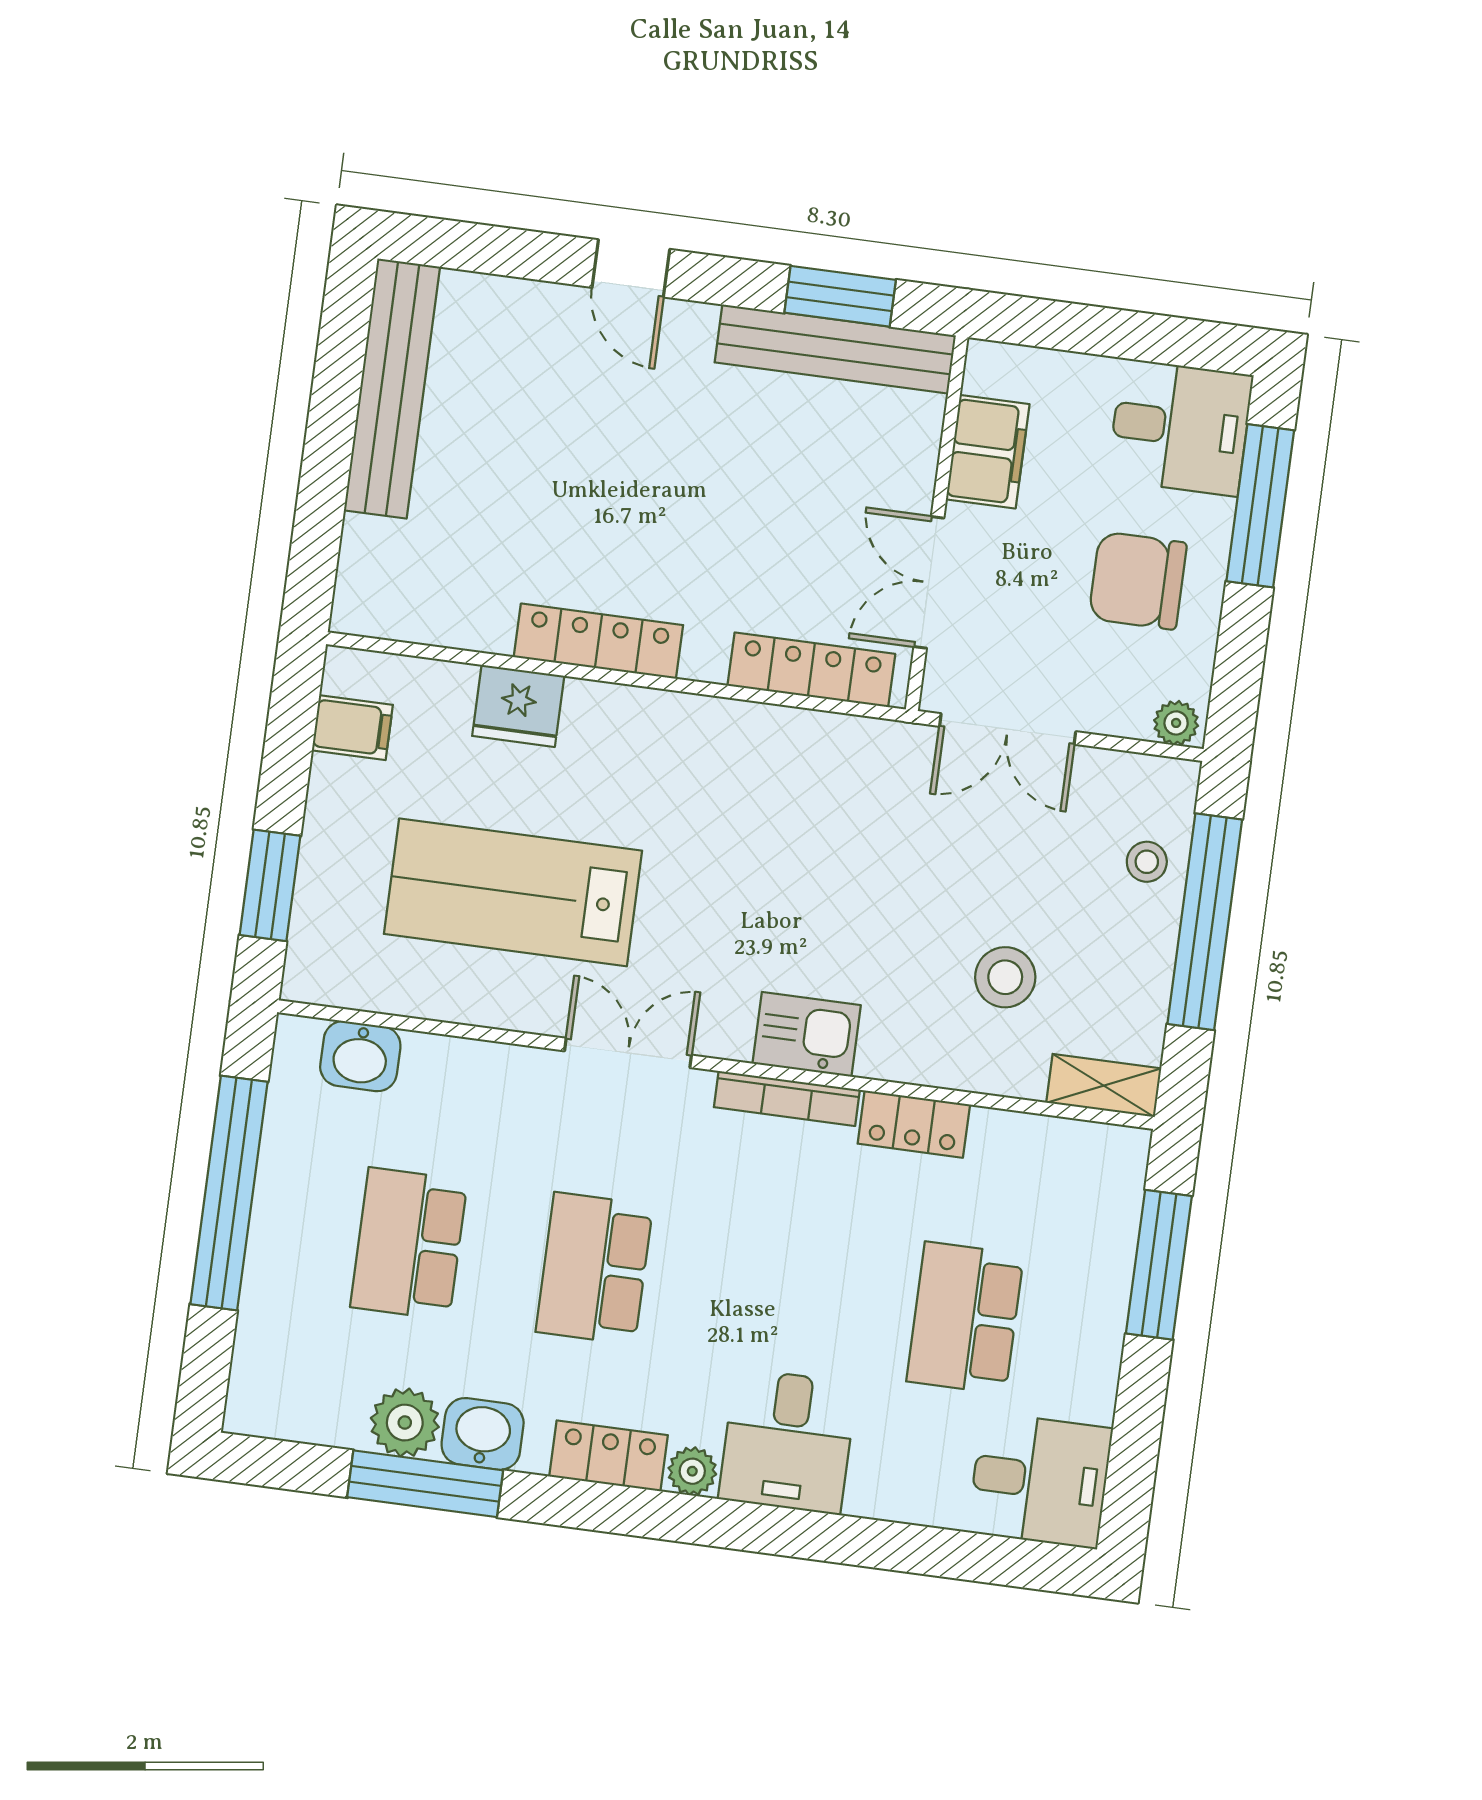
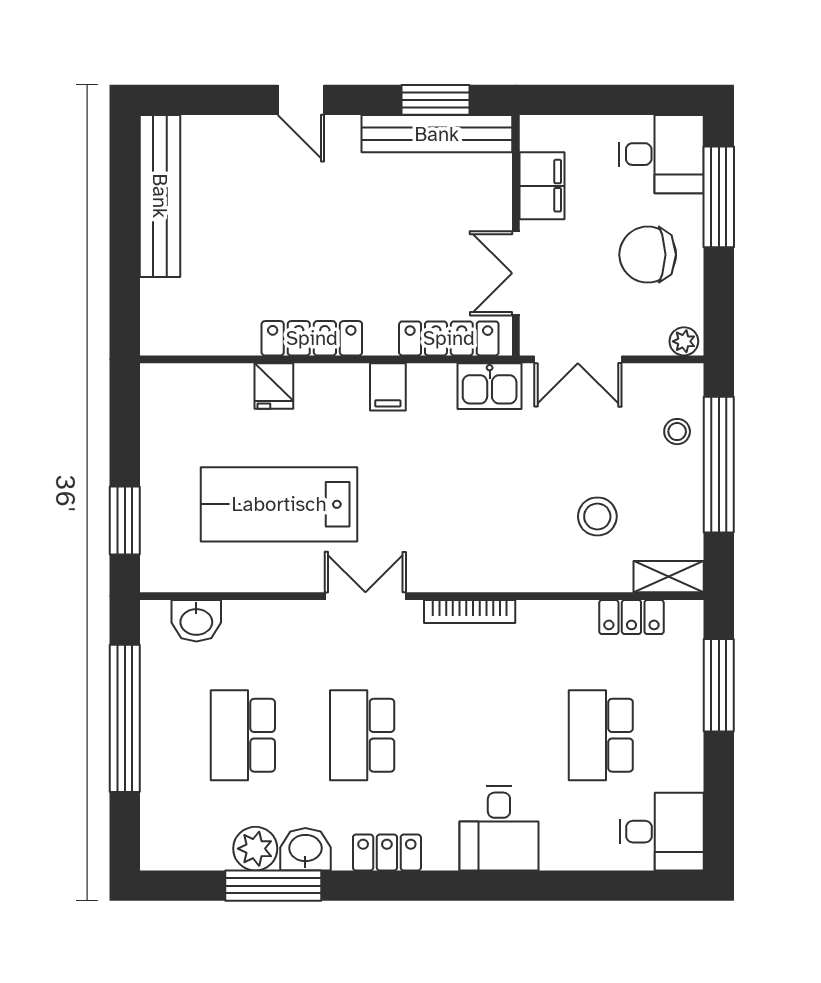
fridge: (518, 706) -> (274, 386), width x0.72
filing cabinet: (352, 728) -> (388, 387), moved, turned 90
kitchen sink: (807, 1034) -> (490, 386), moved, turned 180
locker: (914, 1124) -> (631, 617), moved
plant: (692, 1471) -> (441, 855), removed

